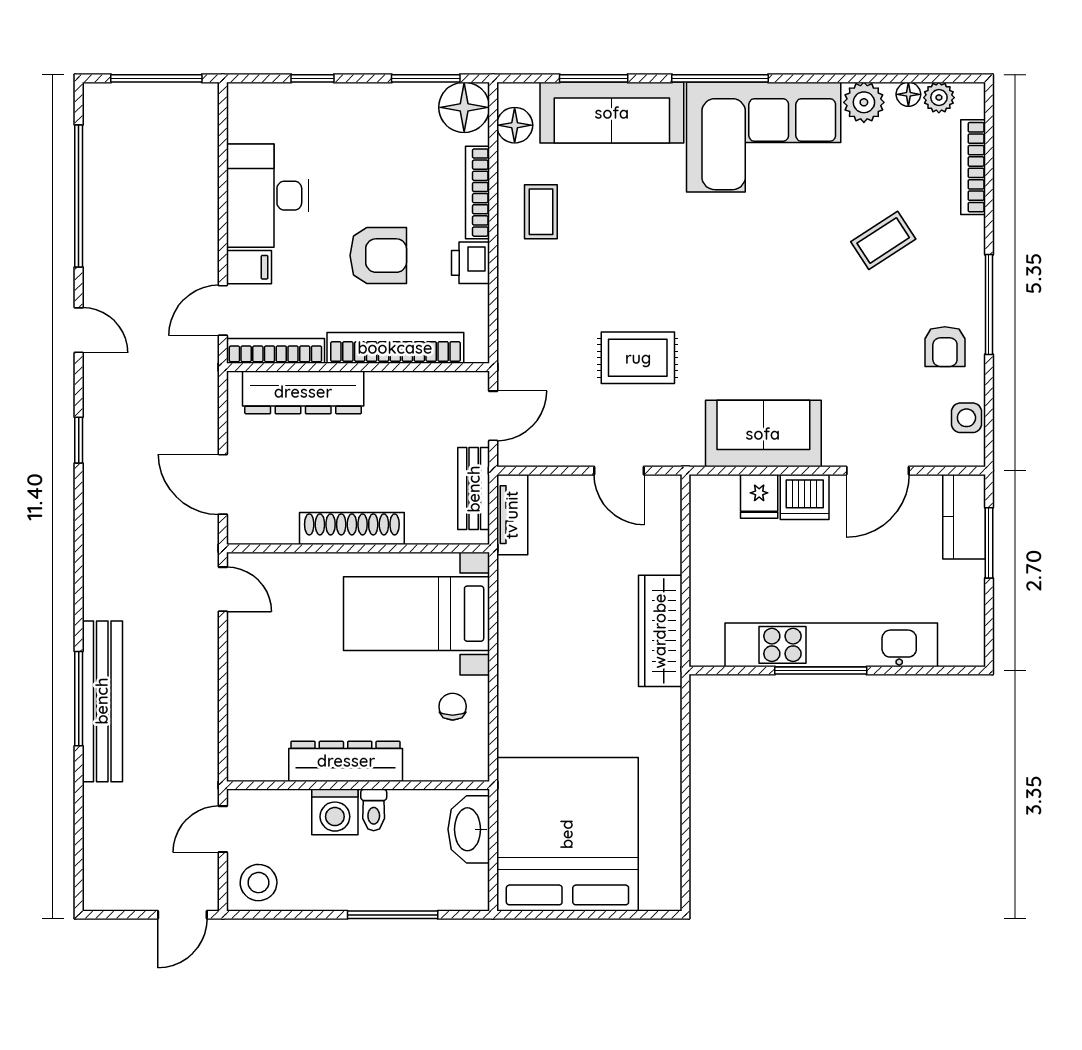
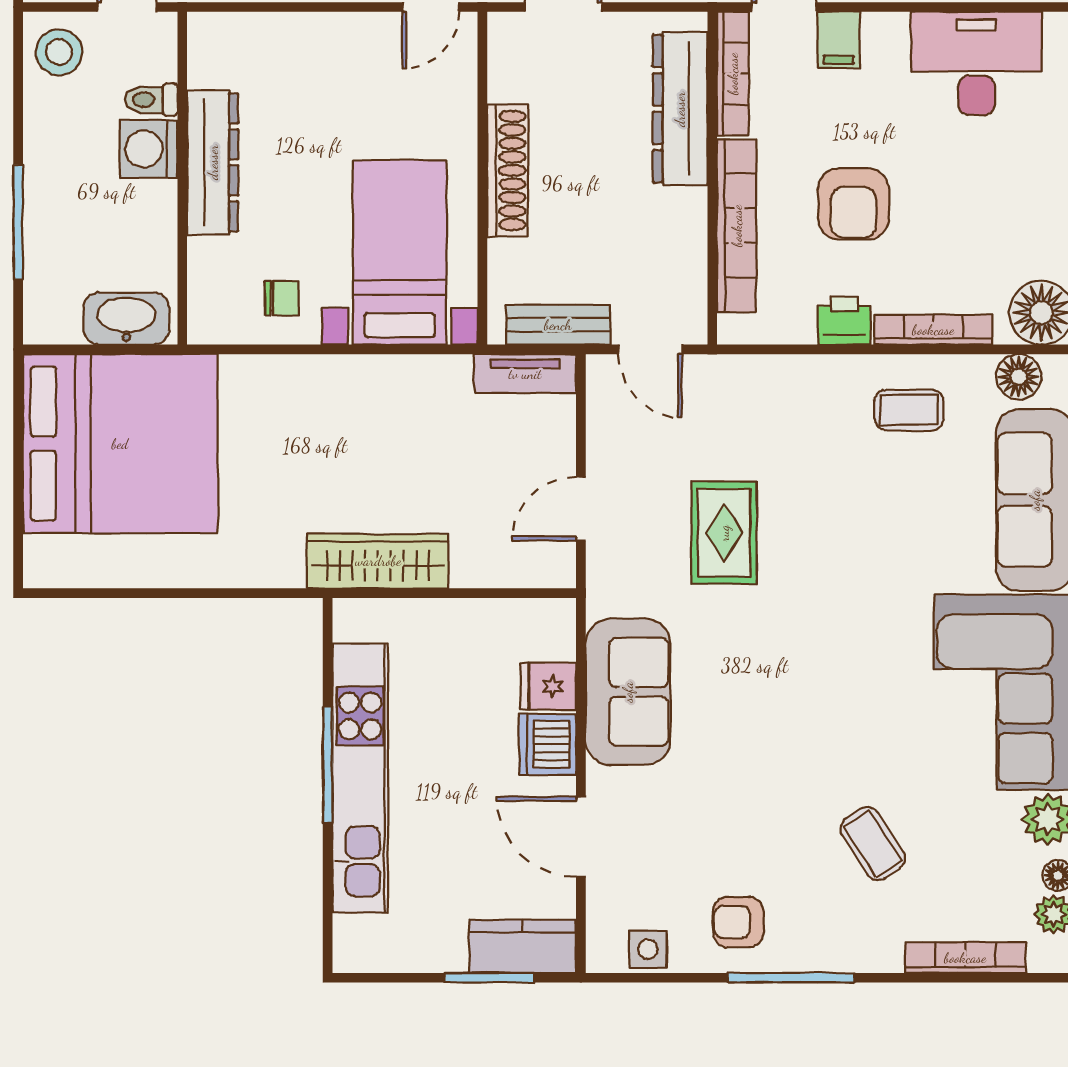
desk: (267, 196) -> (976, 63), moved
toilet: (374, 810) -> (151, 100), moved

